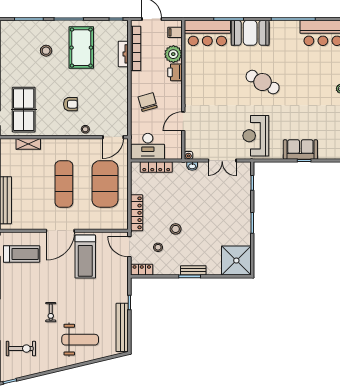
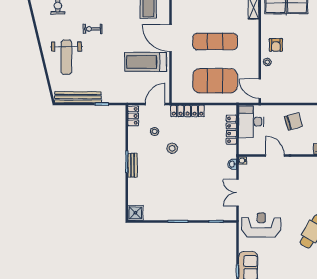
armchair: (70, 104) -> (276, 45), moved
shower: (236, 261) -> (135, 213), width x0.54, depth x0.54

